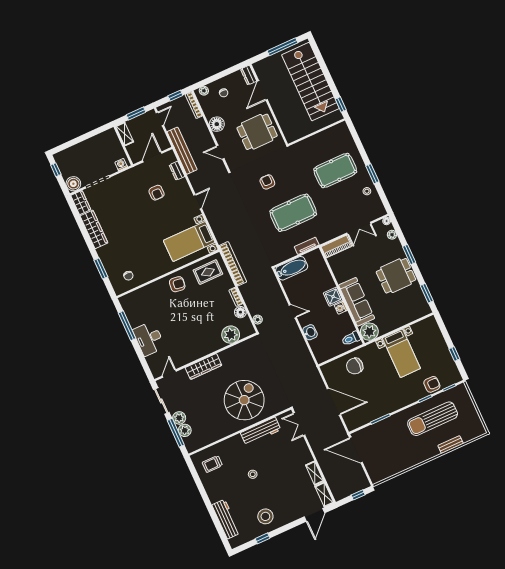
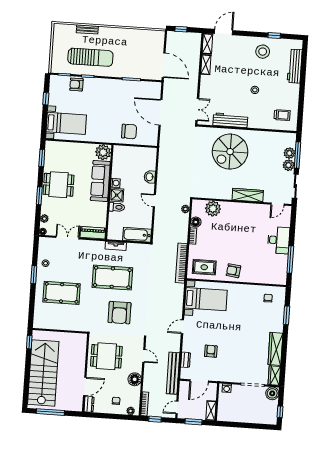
armchair: (267, 182) -> (120, 313), width x1.88, depth x1.88
toilet: (351, 339) -> (117, 207), moved
bed with nightstands: (401, 353) -> (66, 123), moved, turned 90

